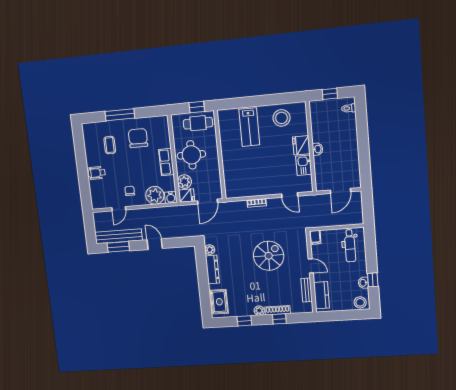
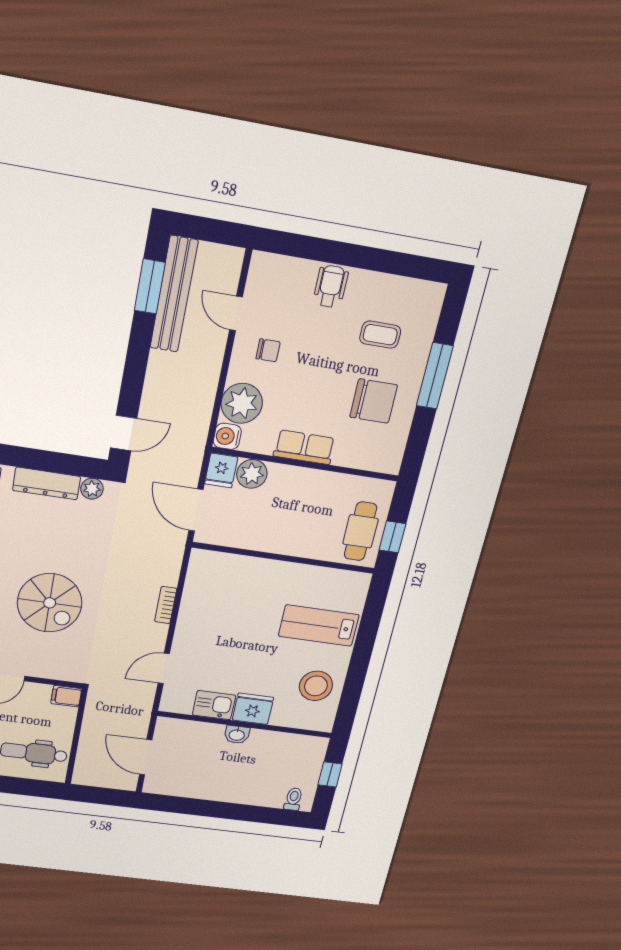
round table: (191, 155) -> (302, 502), removed
door: (155, 244) -> (124, 433), moved

